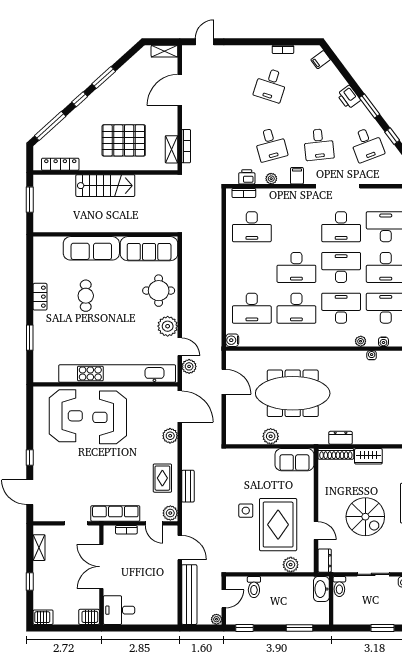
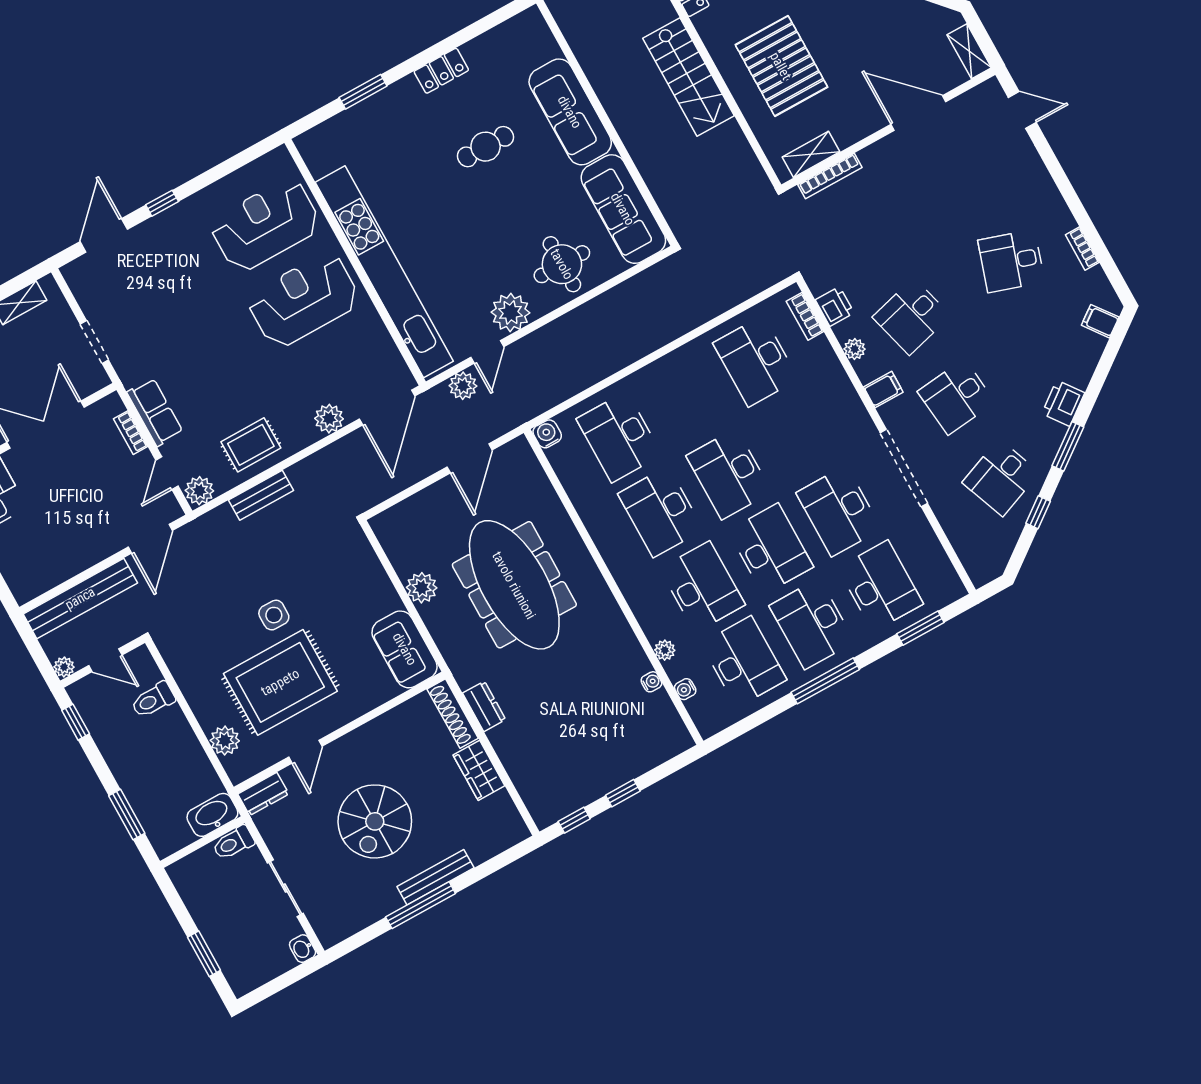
reception desk: (66, 416) -> (265, 225), turned 180
row of seats: (115, 513) -> (155, 412), width x0.68

